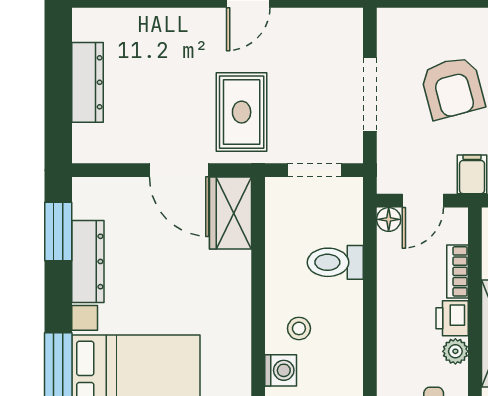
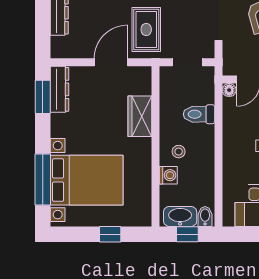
door: (179, 170) -> (111, 62), swing flipped
wardrobe: (230, 213) -> (140, 116), moved
dresser: (88, 261) -> (60, 89), moved

